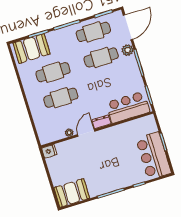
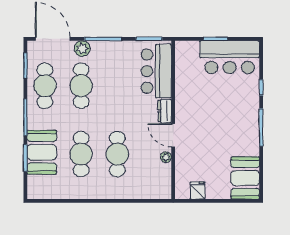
booth: (32, 49) -> (42, 152), moved
fridge: (49, 151) -> (198, 190), moved

